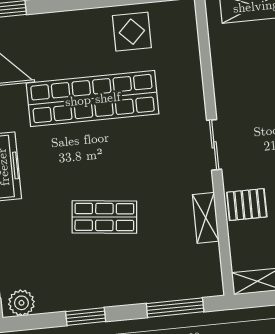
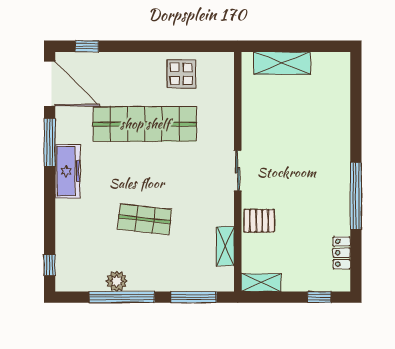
shelving: (206, 218) -> (225, 246), moved
plant: (21, 303) -> (117, 281), moved
window: (86, 317) -> (122, 297), width x2.11

